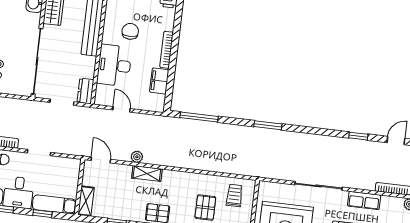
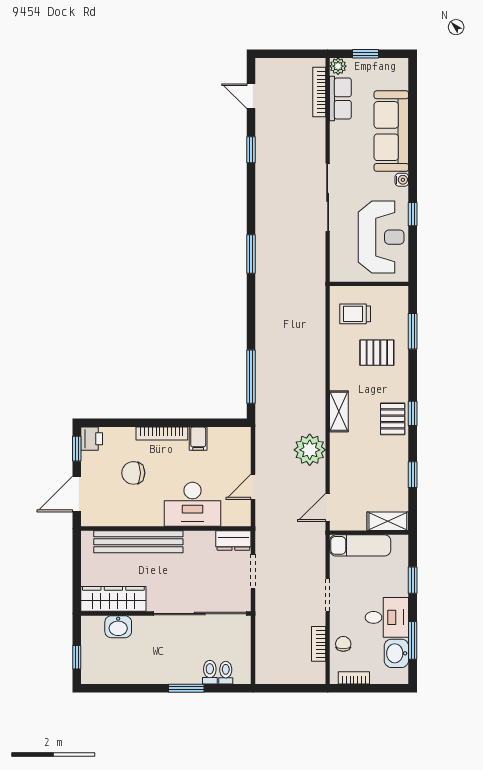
chair: (130, 31) -> (133, 473), moved
filing cabinet: (159, 81) -> (198, 439), width x0.50
window: (268, 125) -> (251, 254), moved
plant: (137, 157) -> (310, 450), width x1.88, depth x1.88
shelving: (147, 173) -> (339, 411), moved
row of seats: (364, 200) -> (340, 99), moved
exam couch: (54, 204) -> (360, 545), moved, turned -90

